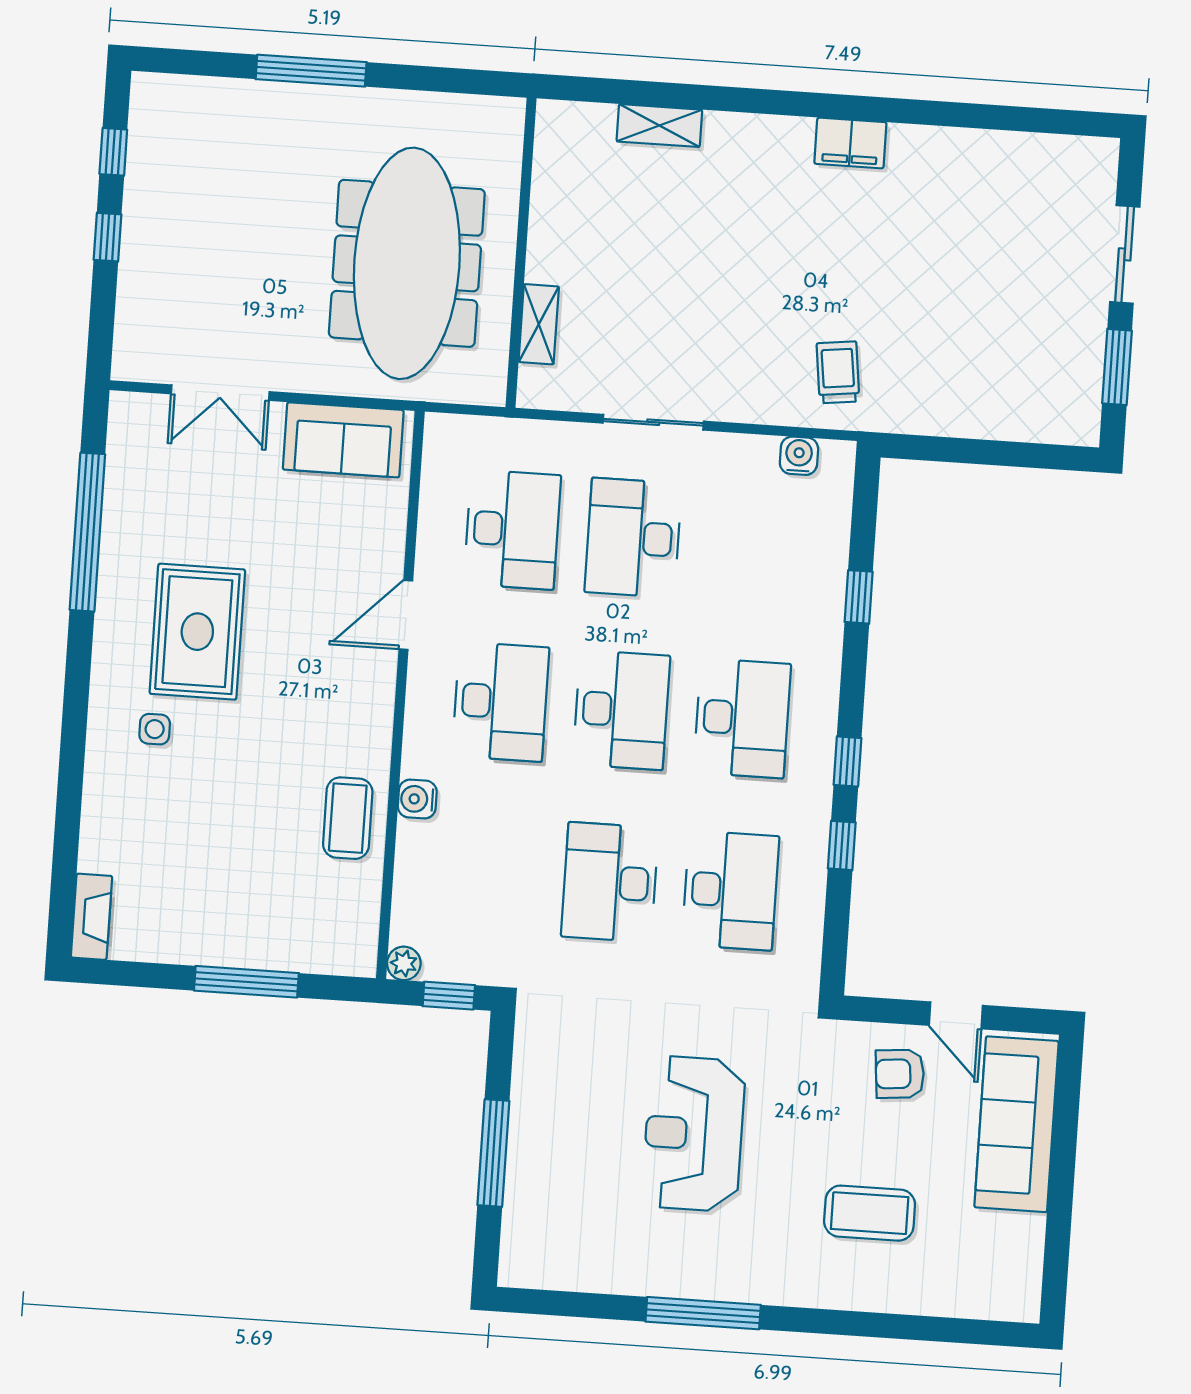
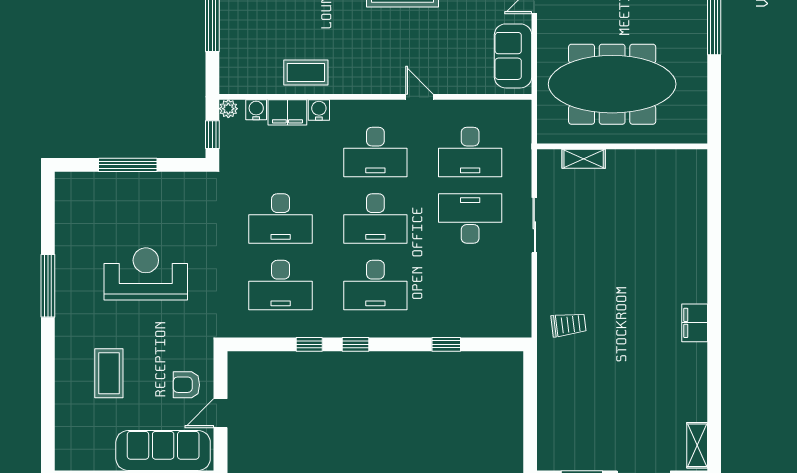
shelving: (659, 126) -> (697, 445), moved
water cooler: (799, 456) -> (256, 110), moved, turned -90
door: (406, 615) -> (419, 97), width x0.73
filing cabinet: (418, 857) -> (287, 112), added
desk: (610, 882) -> (281, 219), turned 180
armchair: (900, 1074) -> (186, 385), turned -85

